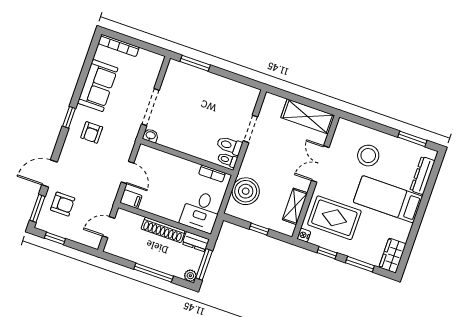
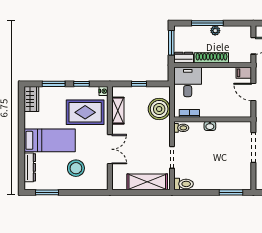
shelving: (308, 116) -> (147, 182), moved
washbasin: (151, 136) -> (210, 126), moved
toilet: (229, 145) -> (184, 184), moved
plant: (190, 276) -> (215, 31), moved

